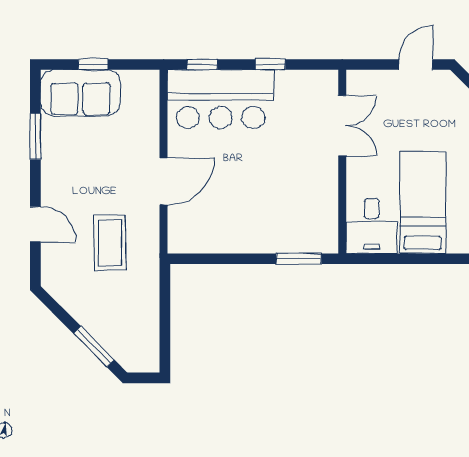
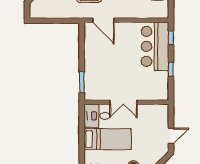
door: (416, 64) -> (171, 136), hinge flipped
double door: (342, 126) -> (123, 102), moved
door: (164, 181) -> (104, 20), moved

